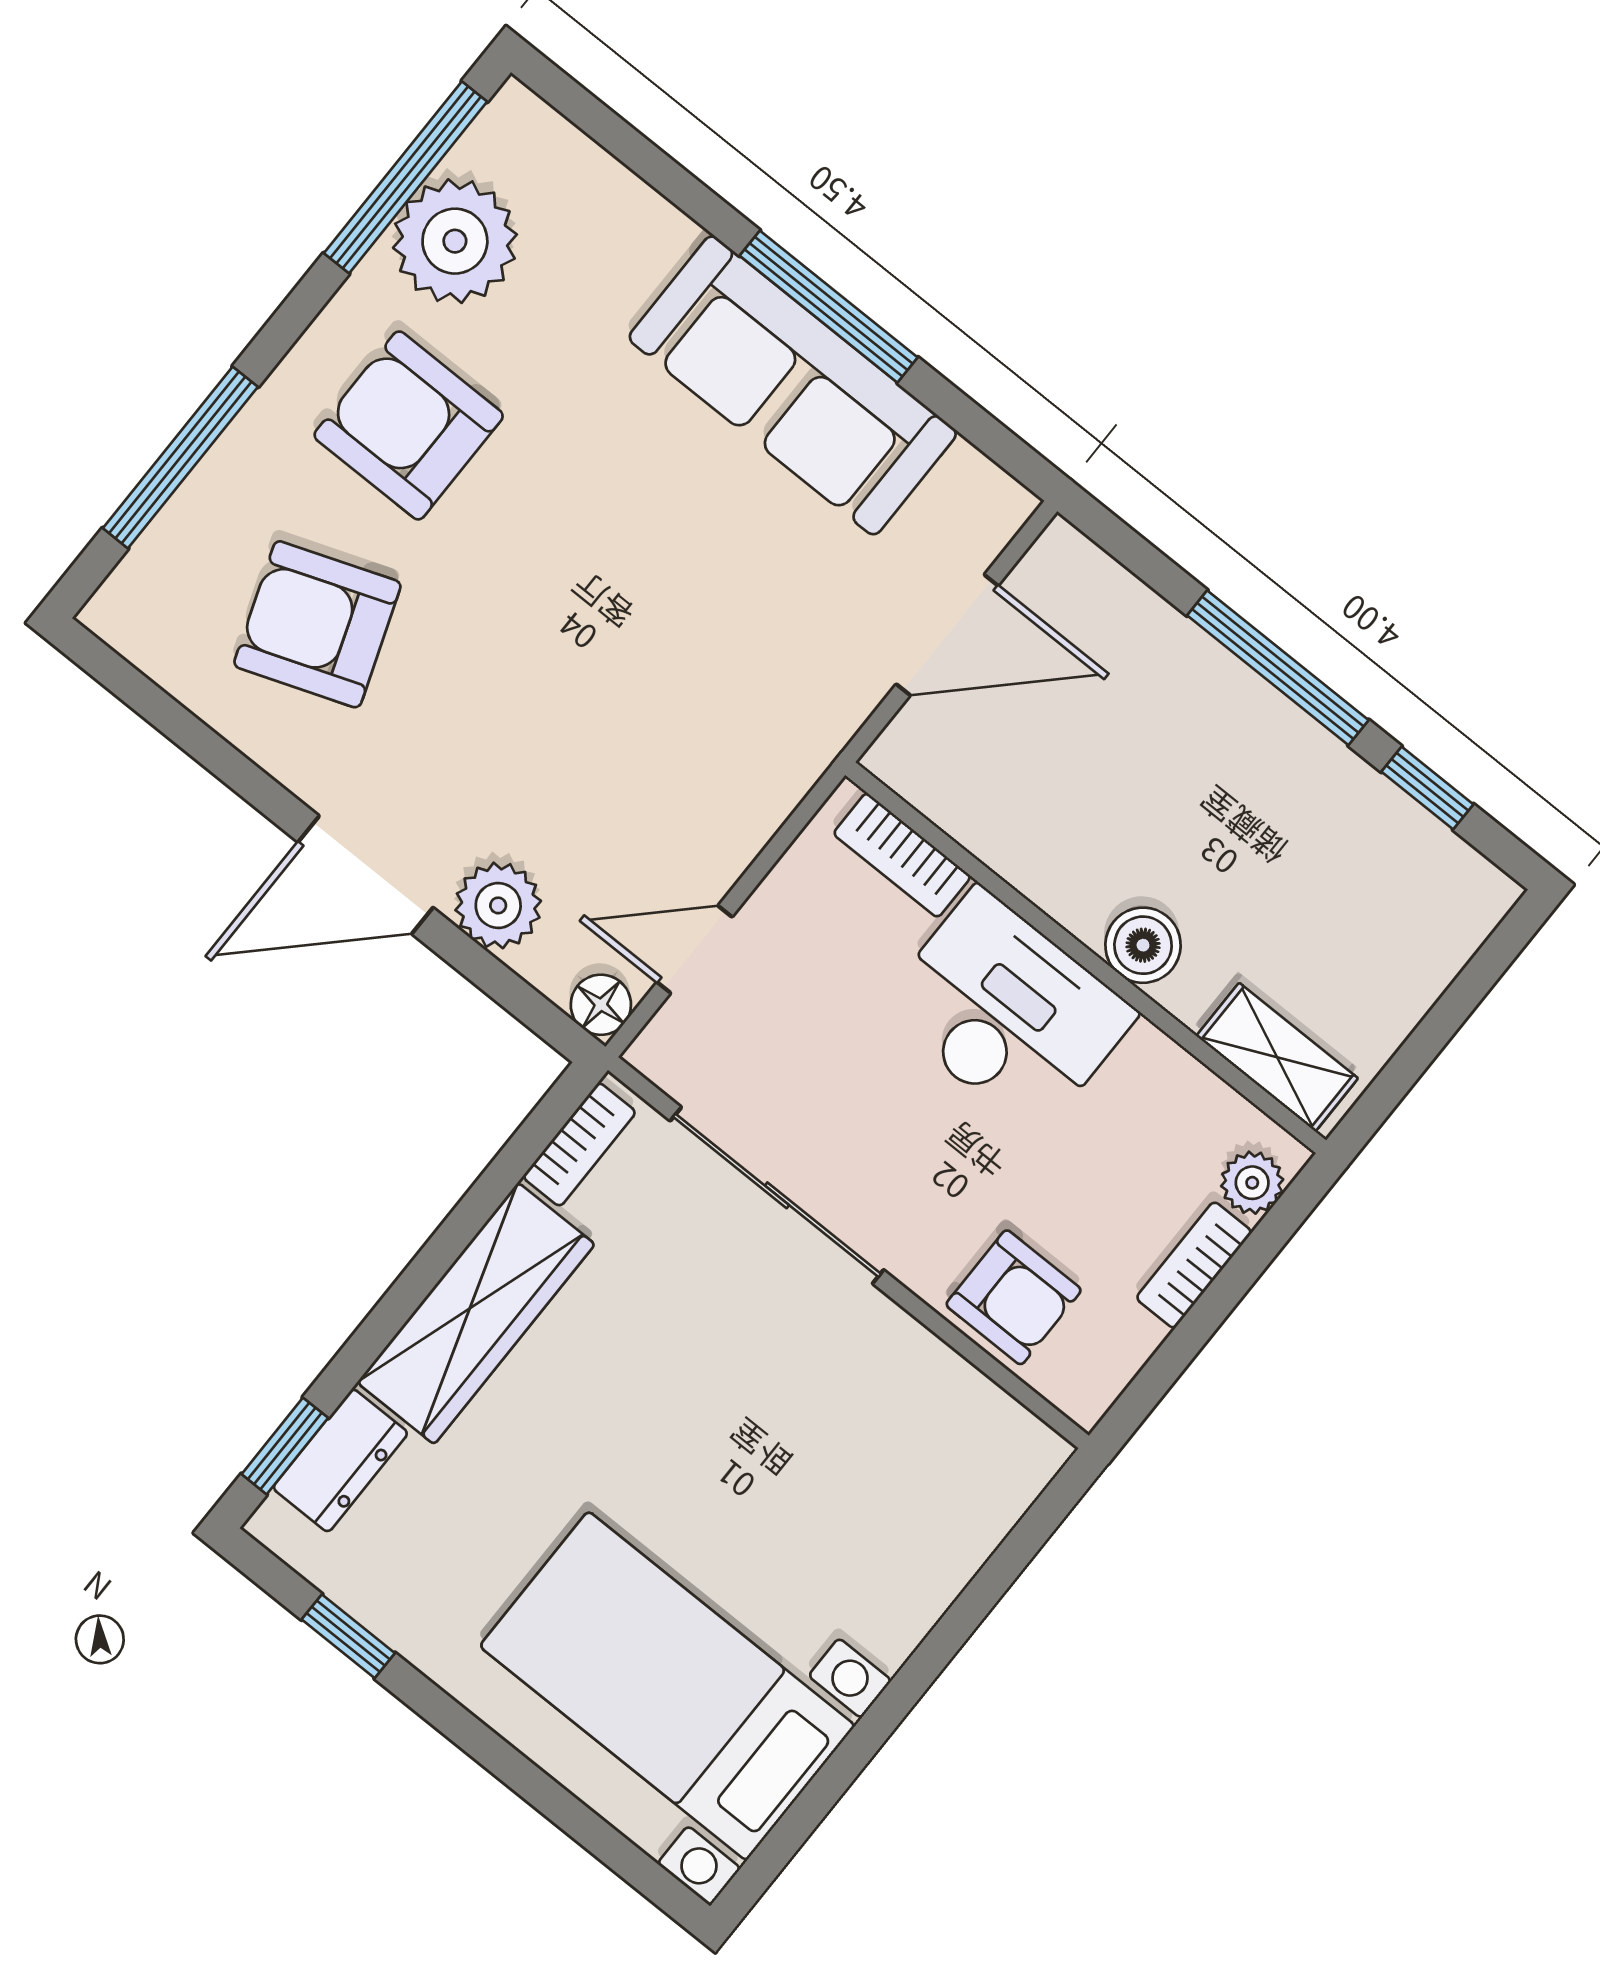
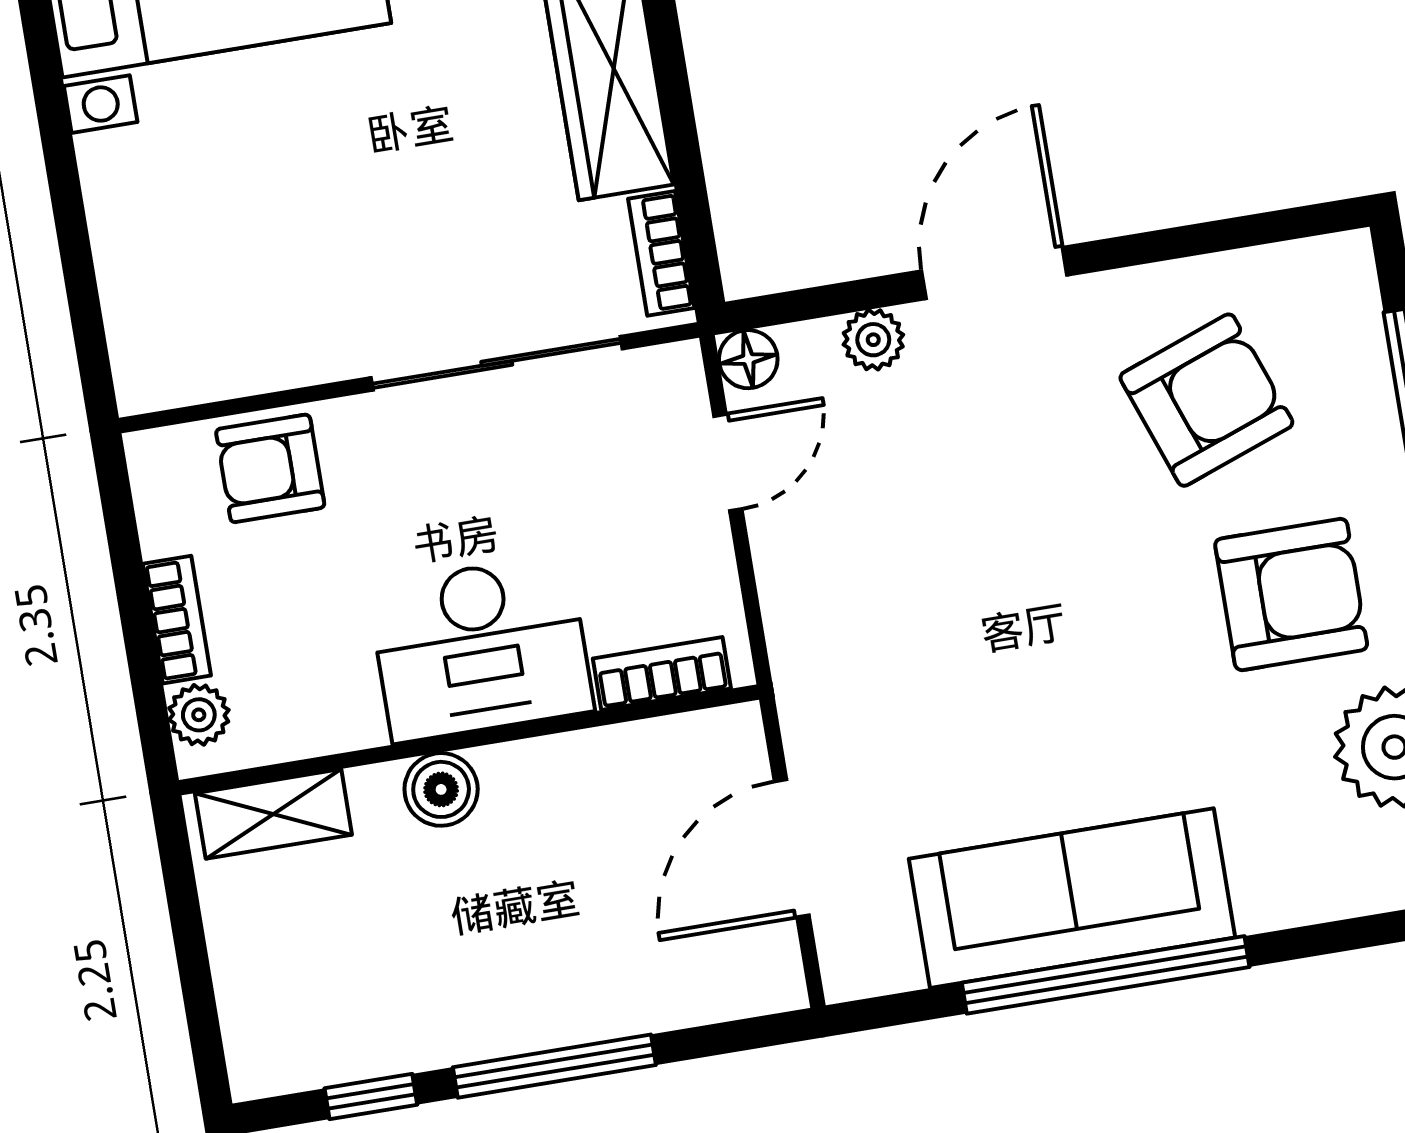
window: (829, 307) -> (1106, 975), width x1.46
plant: (498, 905) -> (873, 340), width x0.73, depth x0.73

